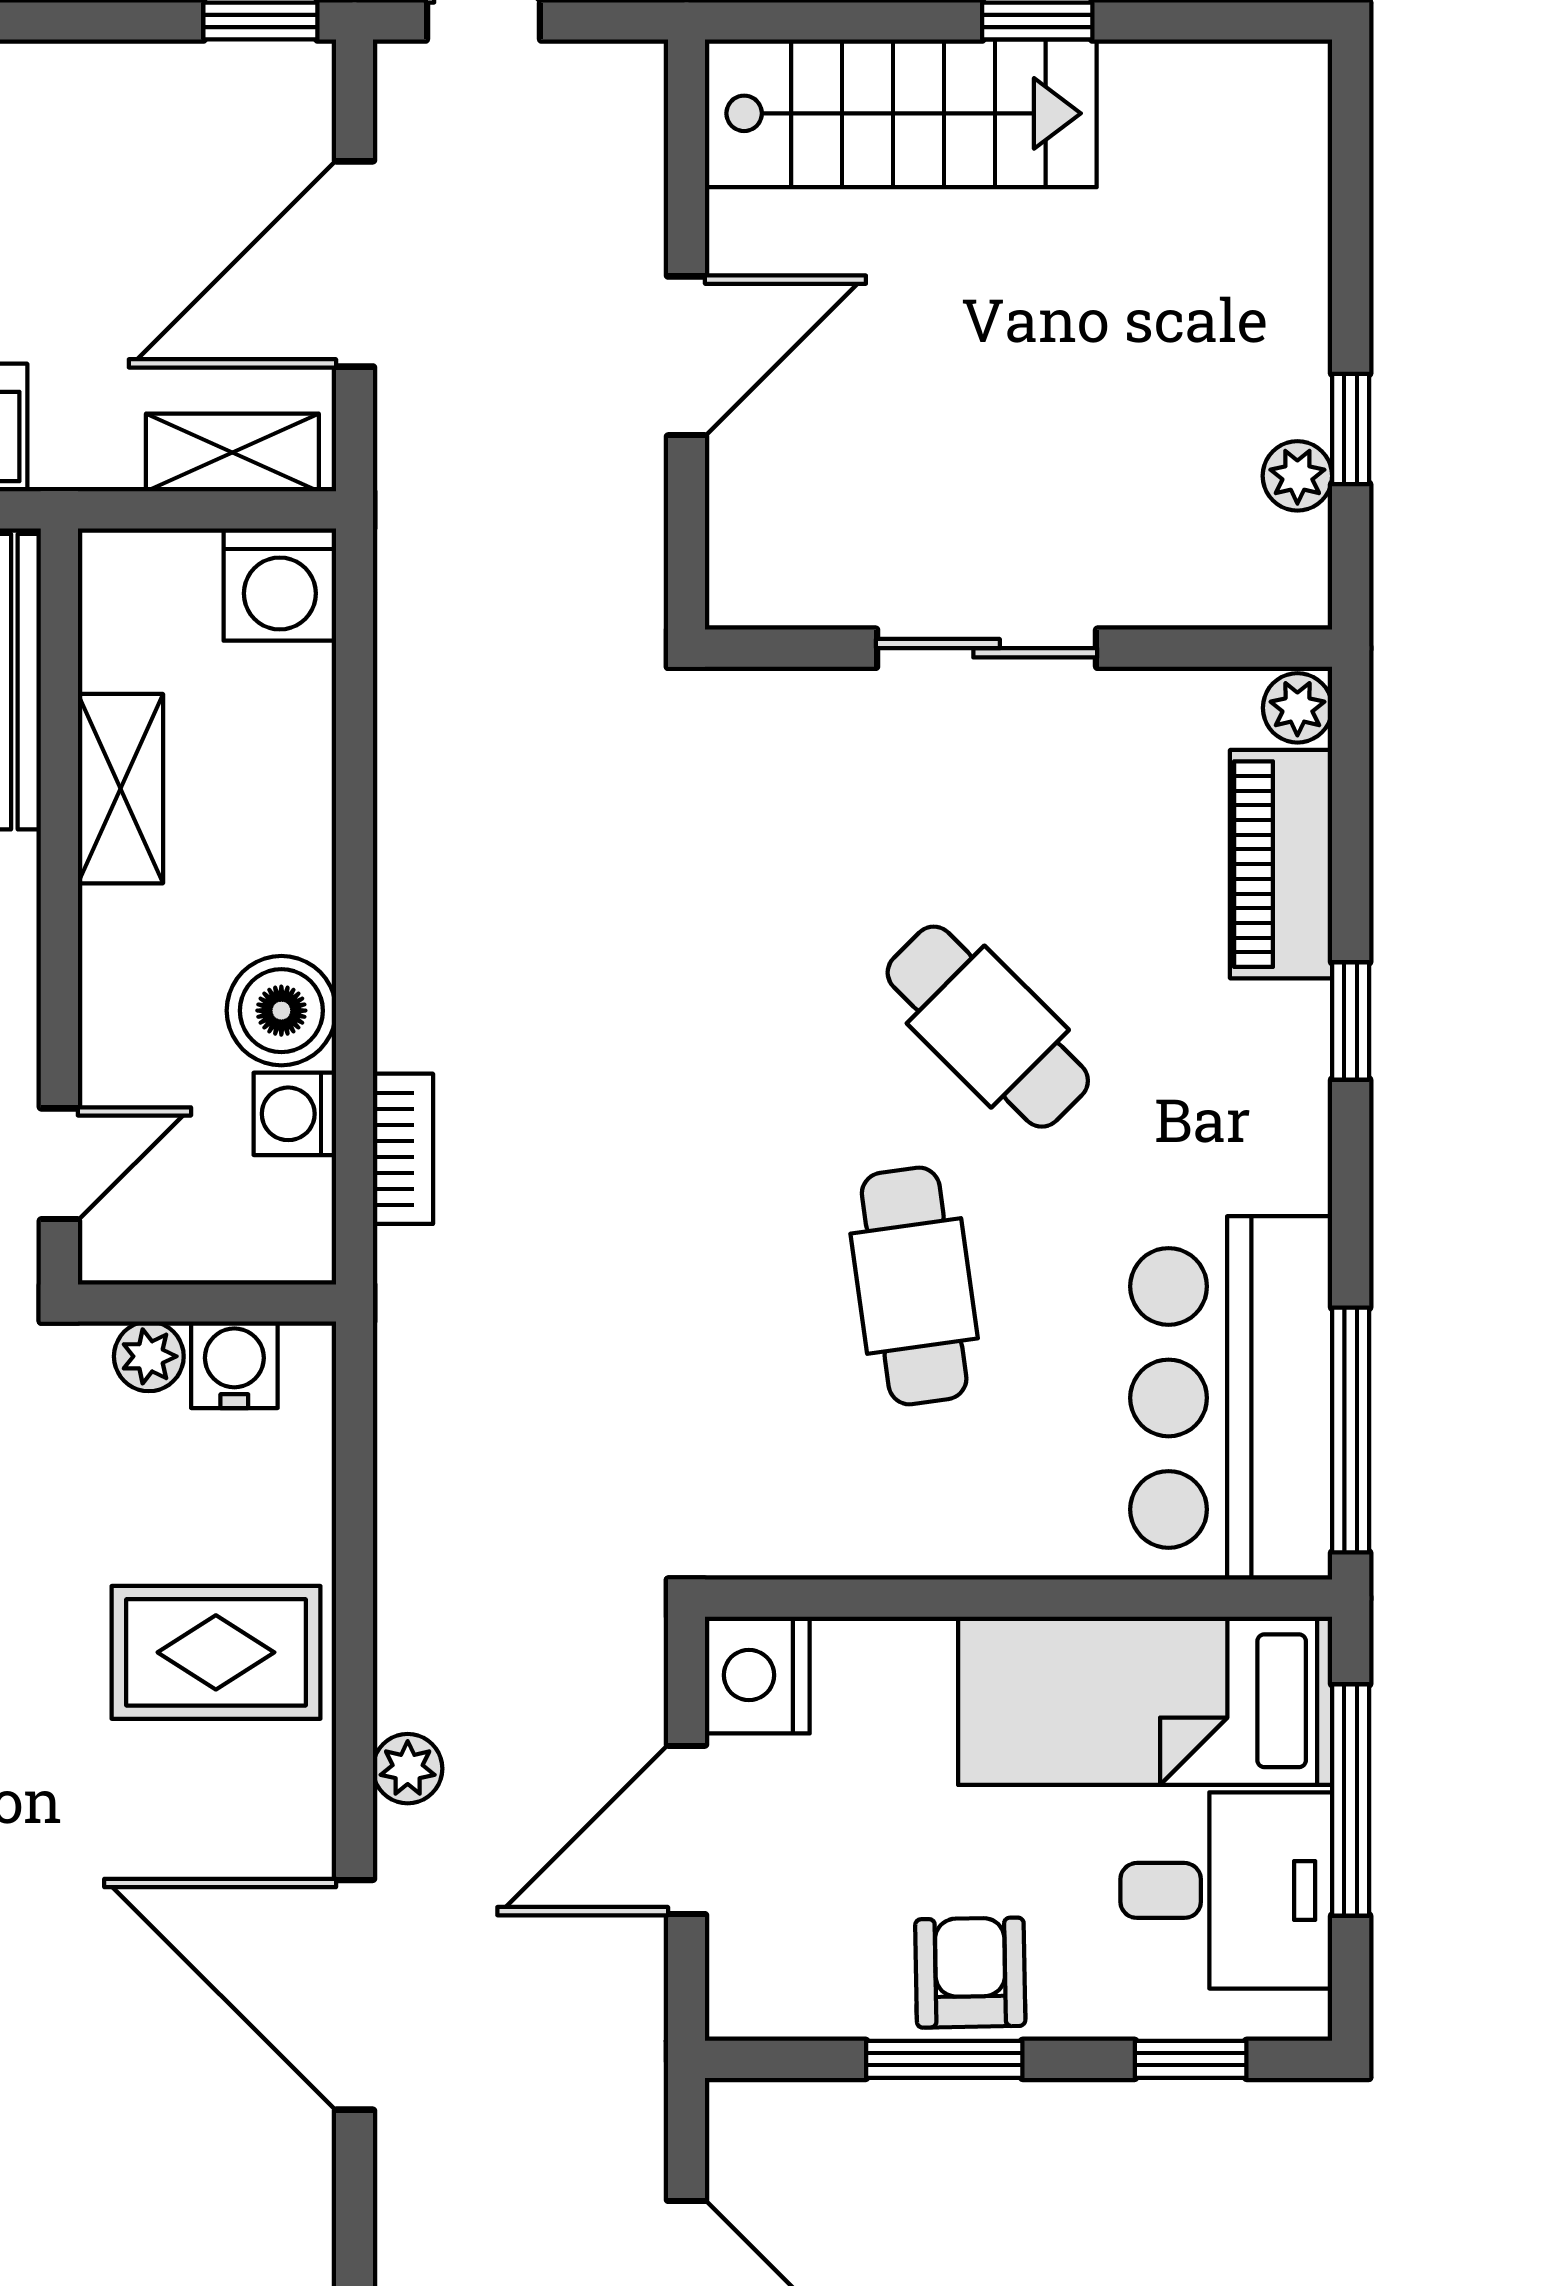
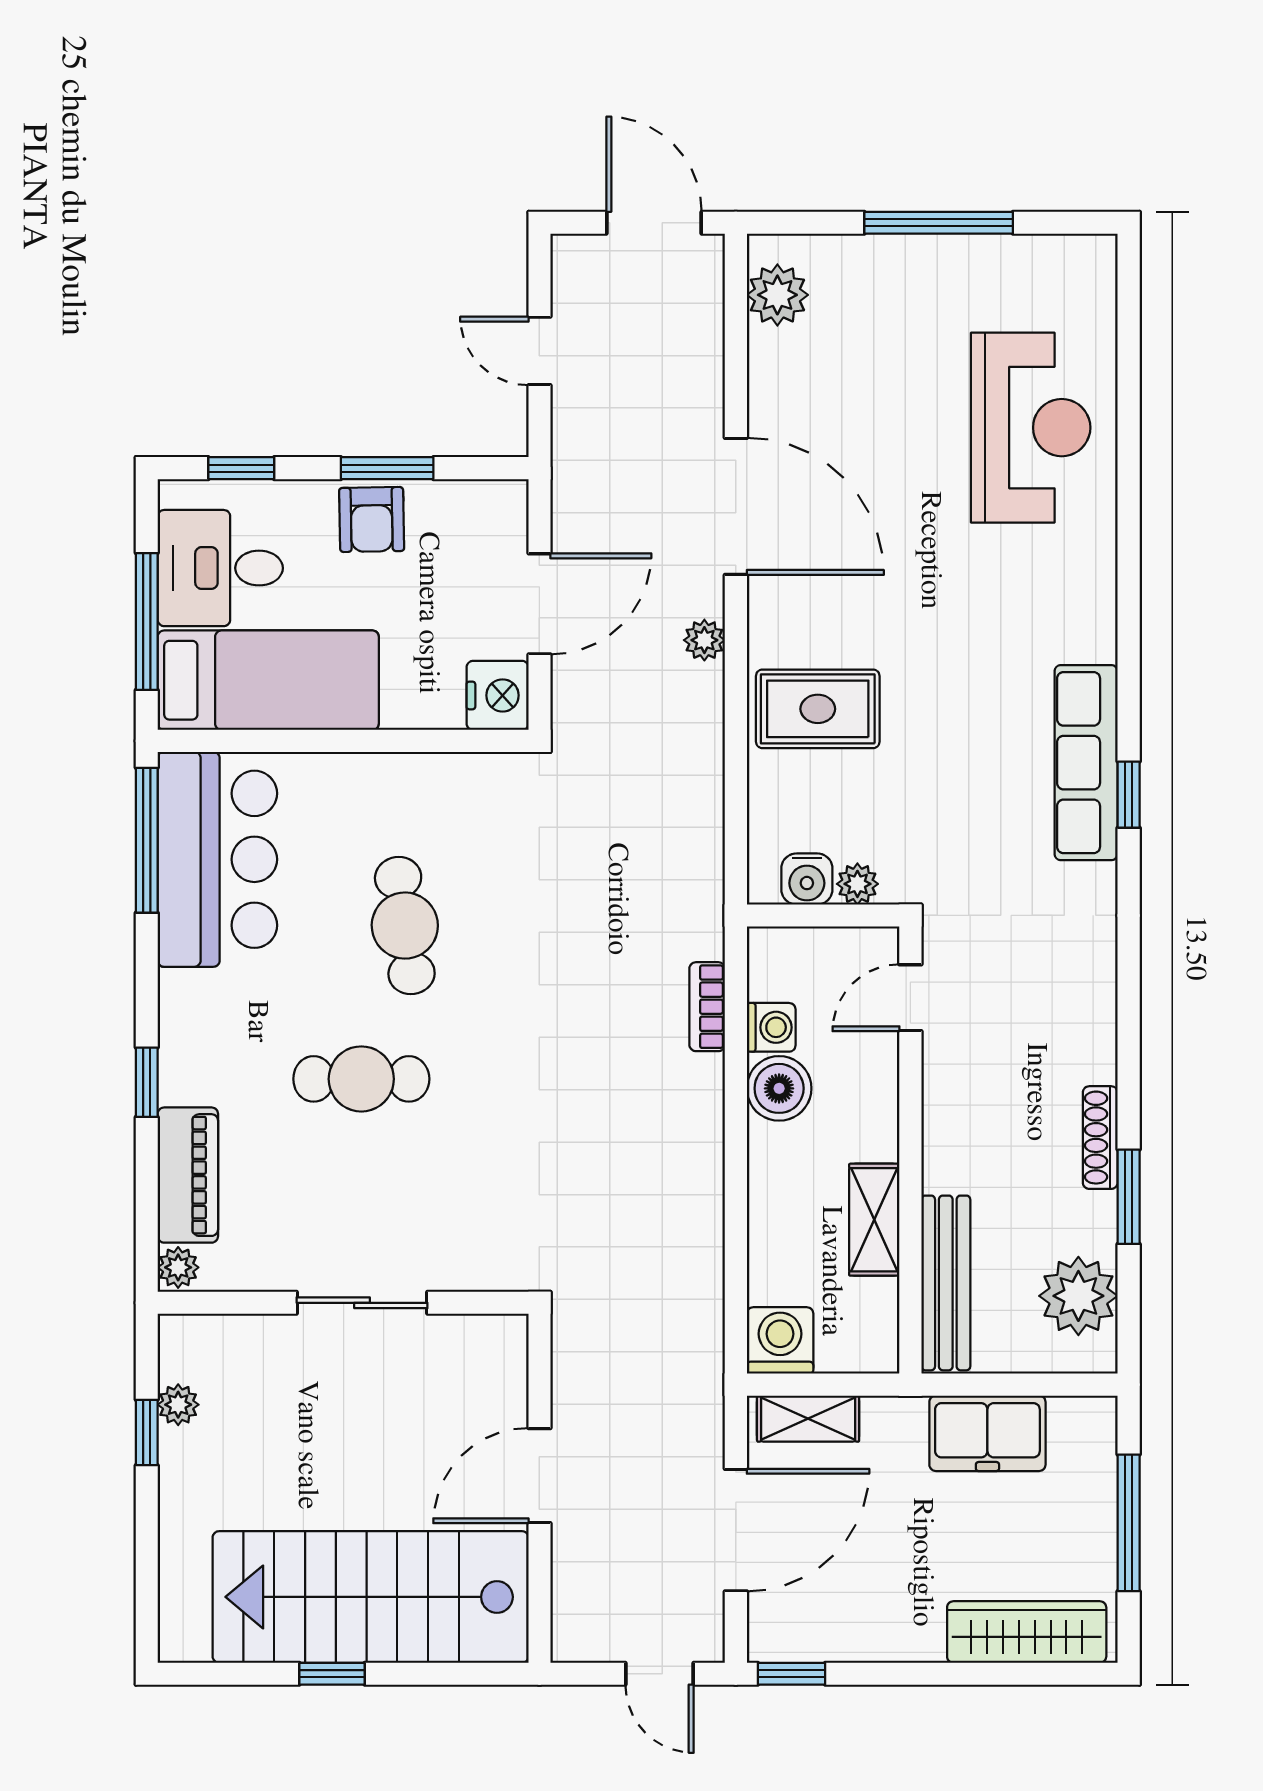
stairs: (901, 113) -> (371, 1597), width x1.36, depth x1.51
cafe table: (988, 1027) -> (361, 1079), turned -45

